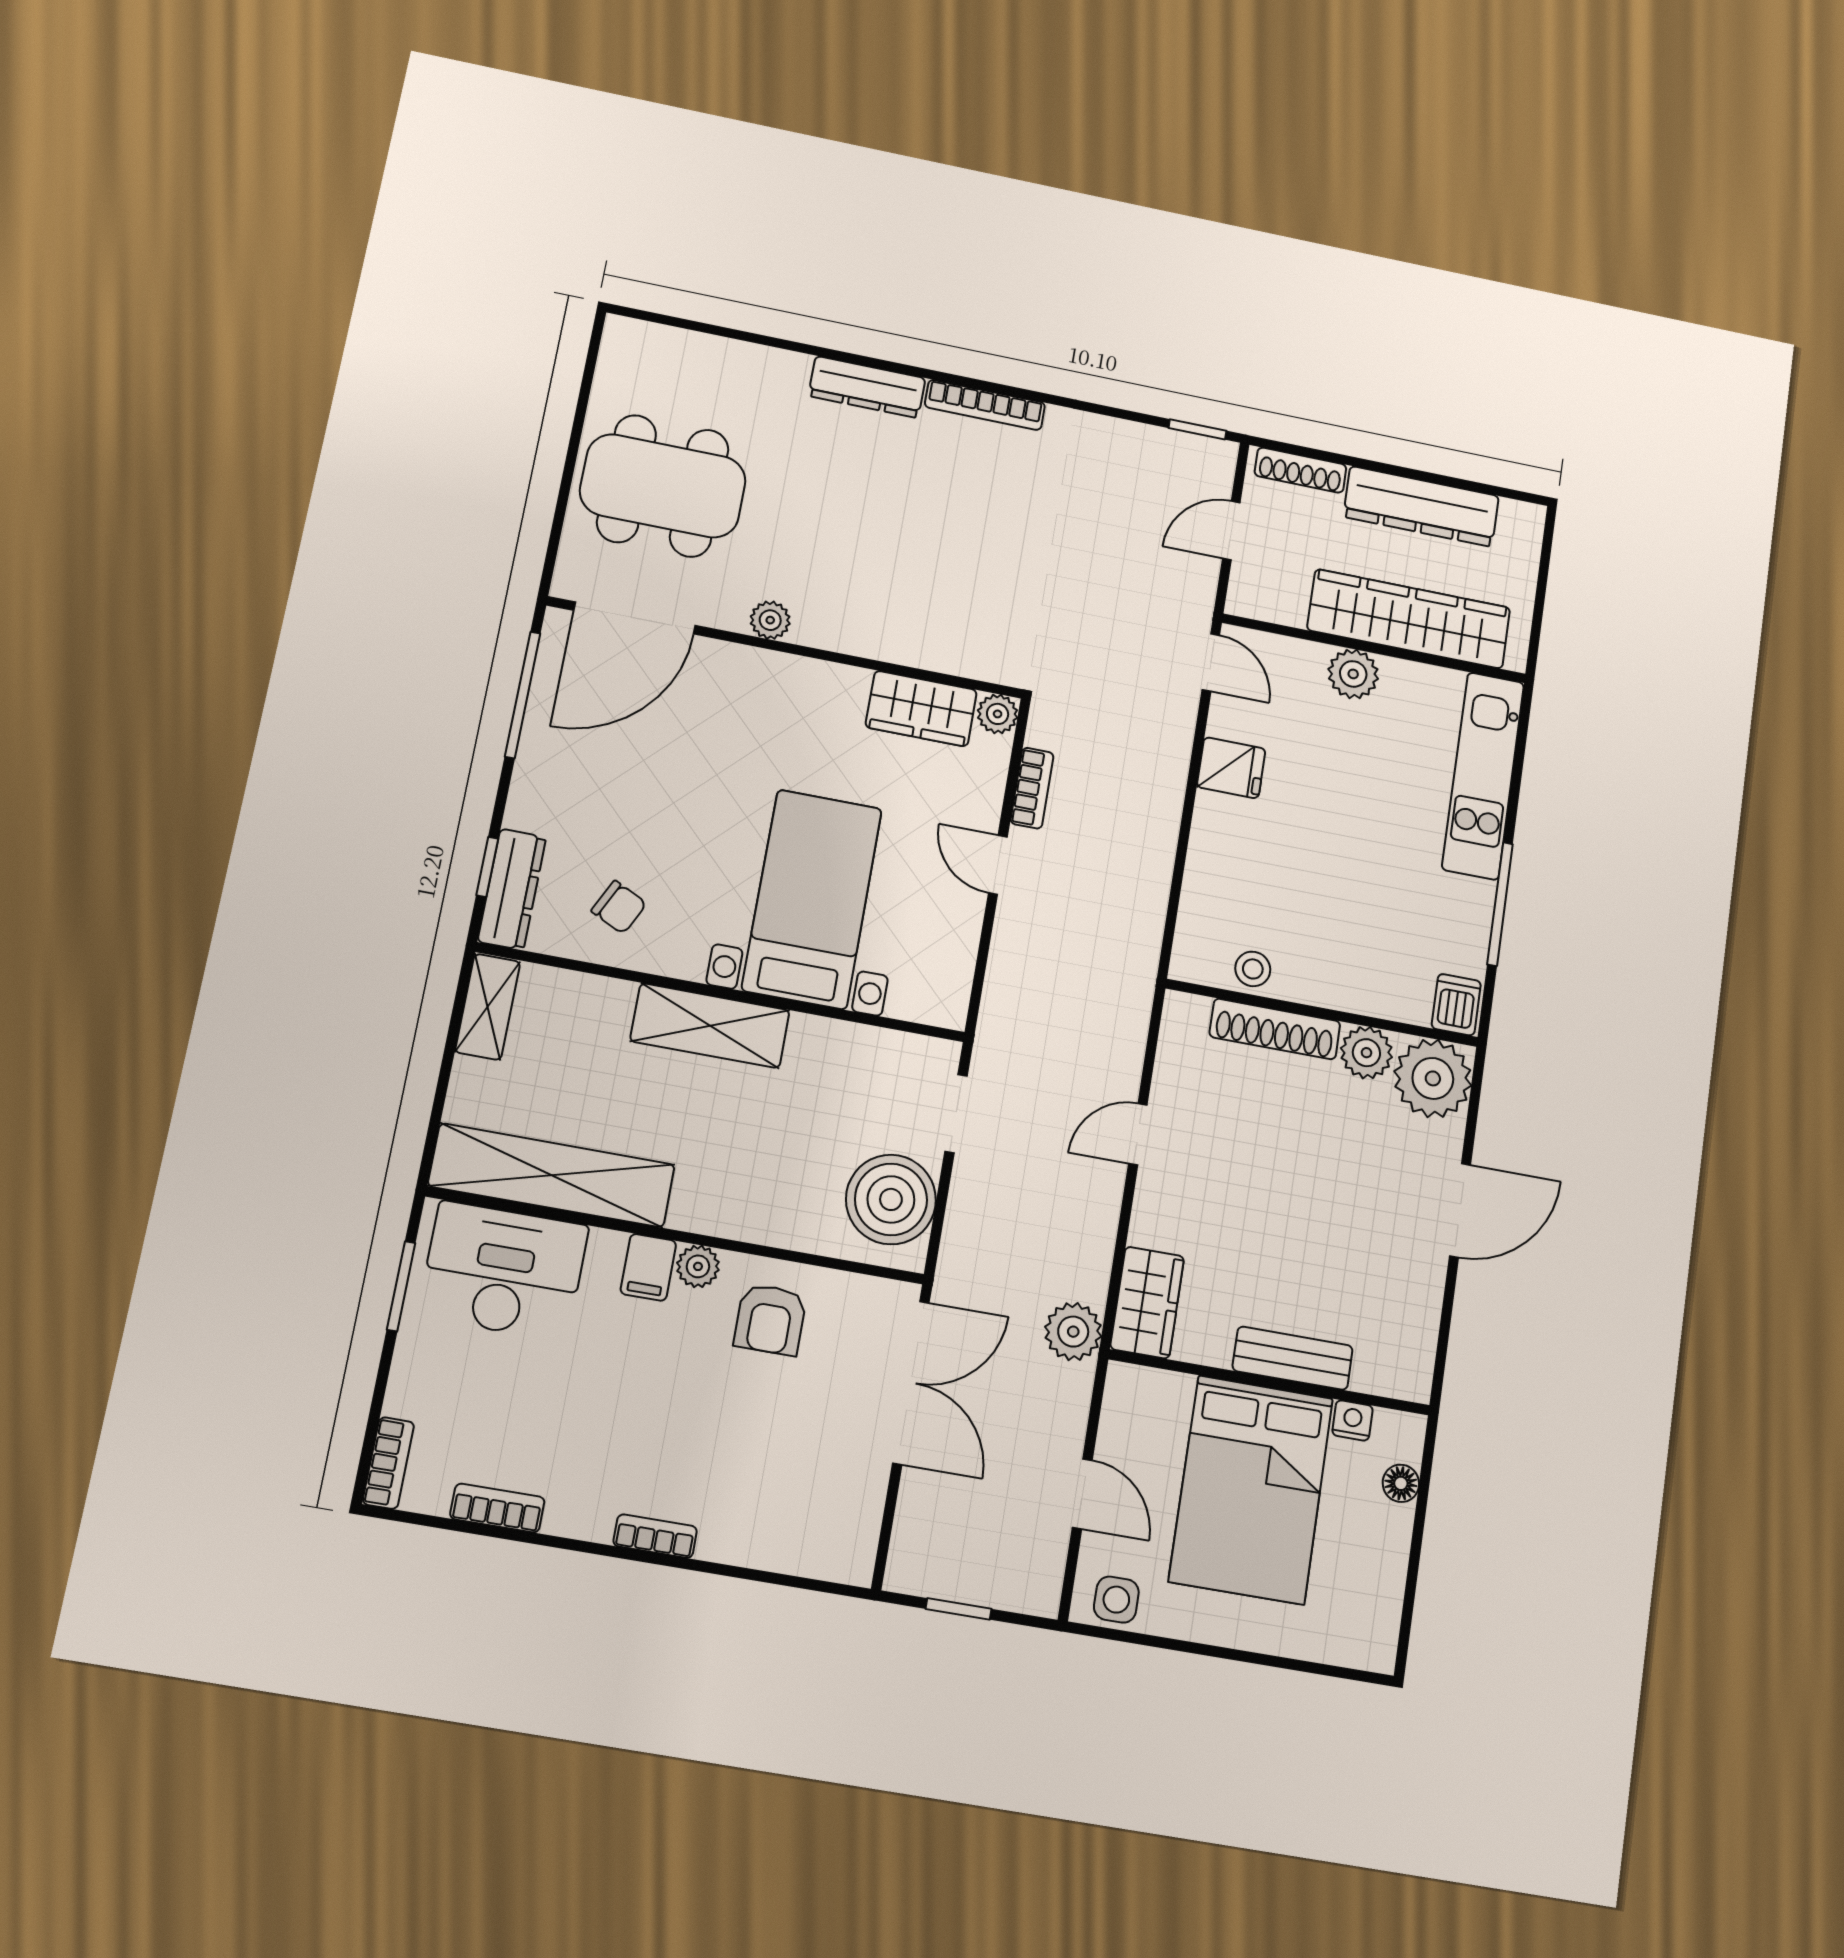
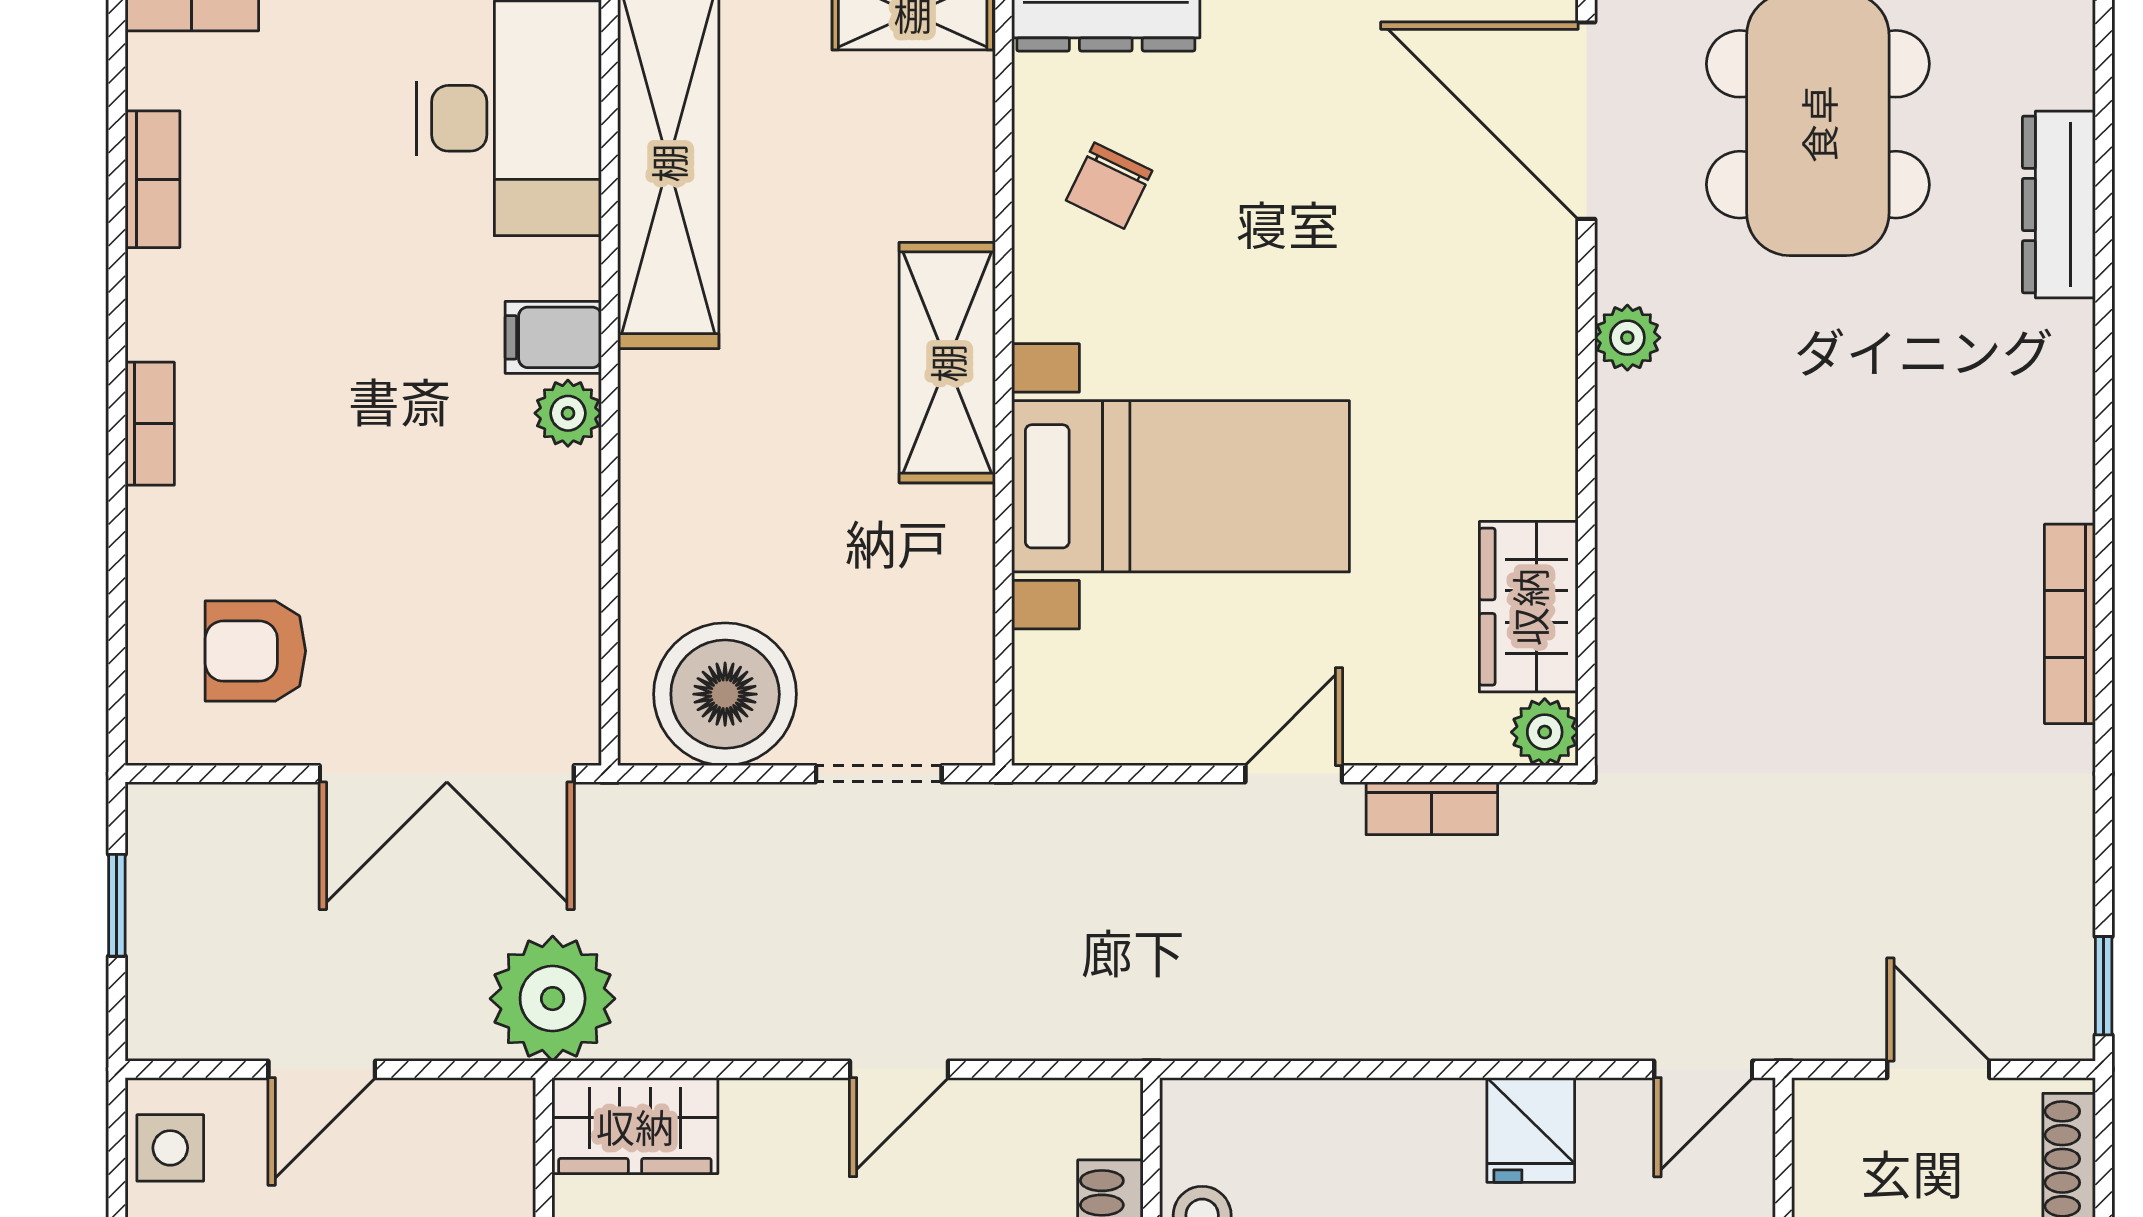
dresser: (867, 387) -> (2059, 204), moved
door: (1138, 1134) -> (899, 1069), swing flipped
armchair: (770, 1319) -> (255, 651), moved
plant: (1073, 1332) -> (553, 999), width x1.36, depth x1.36

